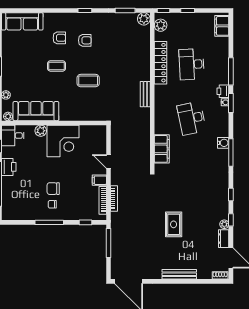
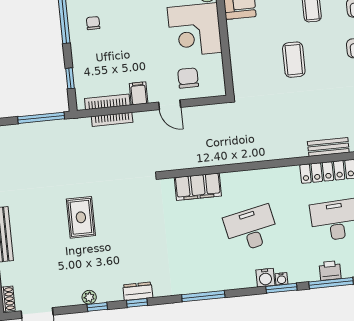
printer: (223, 91) -> (330, 270), moved
bench: (145, 94) -> (328, 147), moved
water cooler: (223, 143) -> (265, 278), moved
door: (109, 161) -> (170, 105), swing flipped
chair: (53, 189) -> (188, 78), moved
rug: (174, 224) -> (81, 217), turned 90
dresser: (224, 239) -> (138, 291), moved

